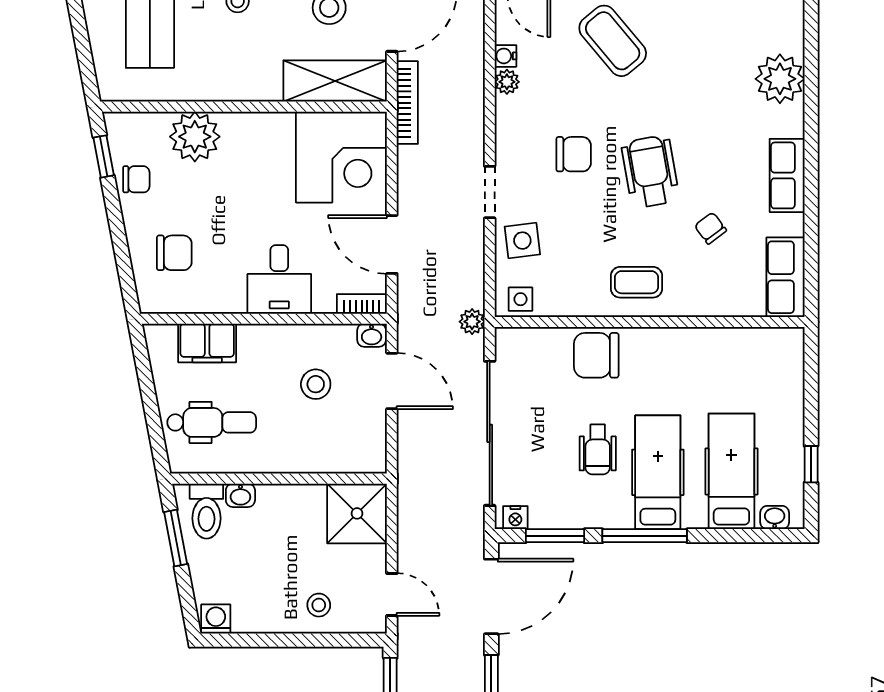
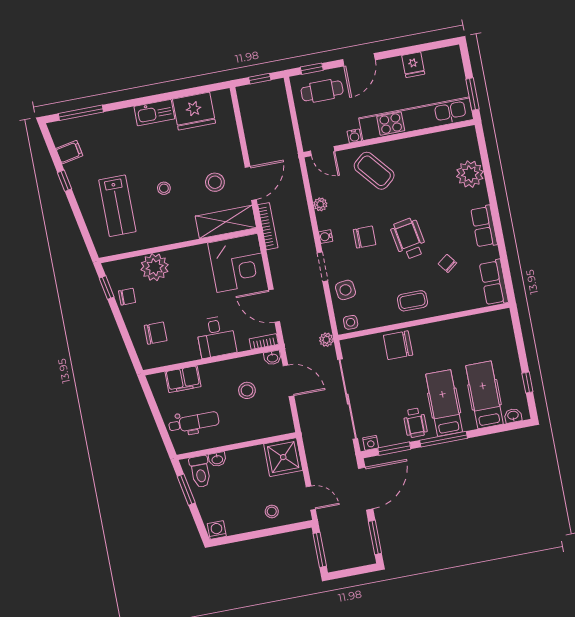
water cooler: (505, 56) -> (326, 237), moved
wheelchair: (598, 449) -> (415, 423), moved

